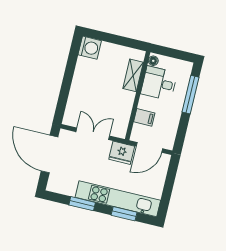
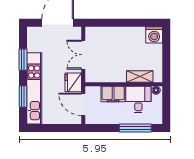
filing cabinet: (144, 117) -> (113, 94), width x2.00
double door: (93, 134) -> (83, 55), swing flipped

